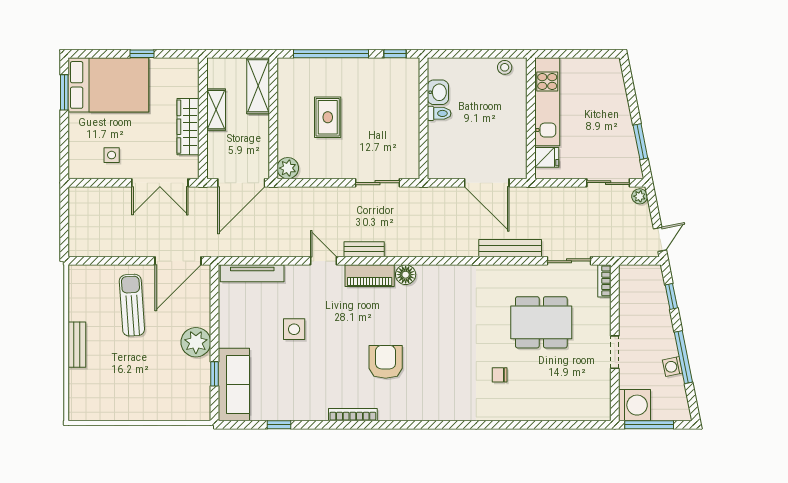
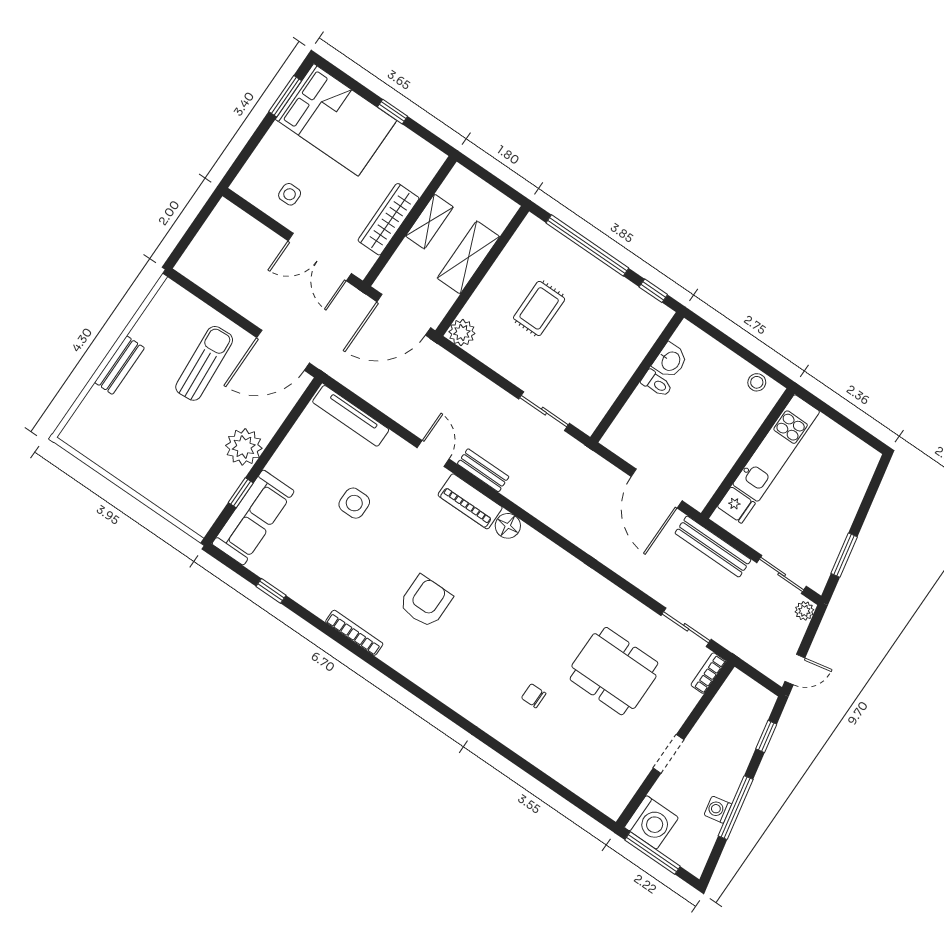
shelving: (258, 86) -> (468, 257), moved
bench: (510, 248) -> (713, 546), moved

